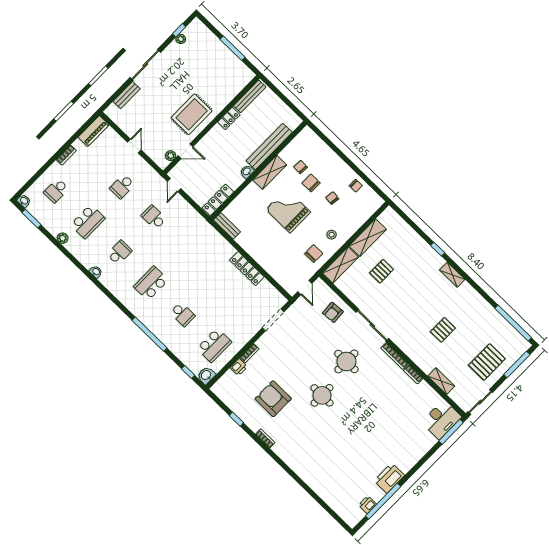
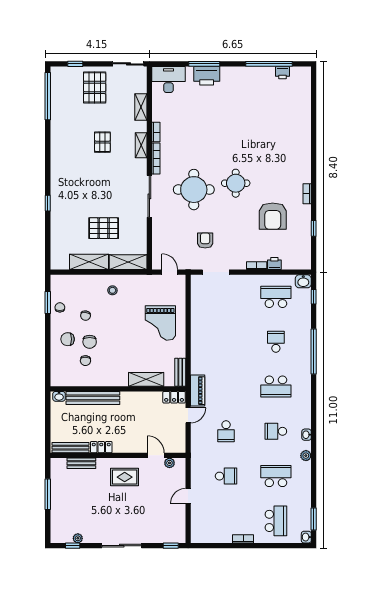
bench: (127, 95) -> (81, 463), moved
window: (111, 99) -> (171, 546), added
rug: (192, 114) -> (125, 477), width x0.73, depth x0.70
piano: (94, 131) -> (198, 391), moved, turned 90
washbasin: (247, 172) -> (59, 396), moved
shelving: (270, 172) -> (146, 379), moved
window: (368, 181) -> (48, 303), added
door: (174, 185) -> (188, 415), moved
school desk: (56, 191) -> (276, 521), width x1.85
locker: (218, 200) -> (174, 397), width x0.66
grand piano: (288, 211) -> (160, 323), moved
plant: (63, 238) -> (306, 456), moved
chair: (314, 254) -> (68, 339), moved
locker: (247, 268) -> (197, 328), removed
pallet: (382, 271) -> (104, 228), width x1.50, depth x1.42
shelving: (452, 275) -> (141, 145), moved
door: (305, 287) -> (170, 272), hinge flipped
armchair: (333, 312) -> (205, 241), moved, turned -86
pallet: (443, 330) -> (102, 142), turned 90
round table: (346, 361) -> (194, 190), width x1.36, depth x1.36
pallet: (487, 362) -> (95, 87), turned 90
window: (517, 365) -> (75, 64), width x0.46
window: (451, 432) -> (204, 64), moved
printer: (389, 478) -> (207, 76), moved

